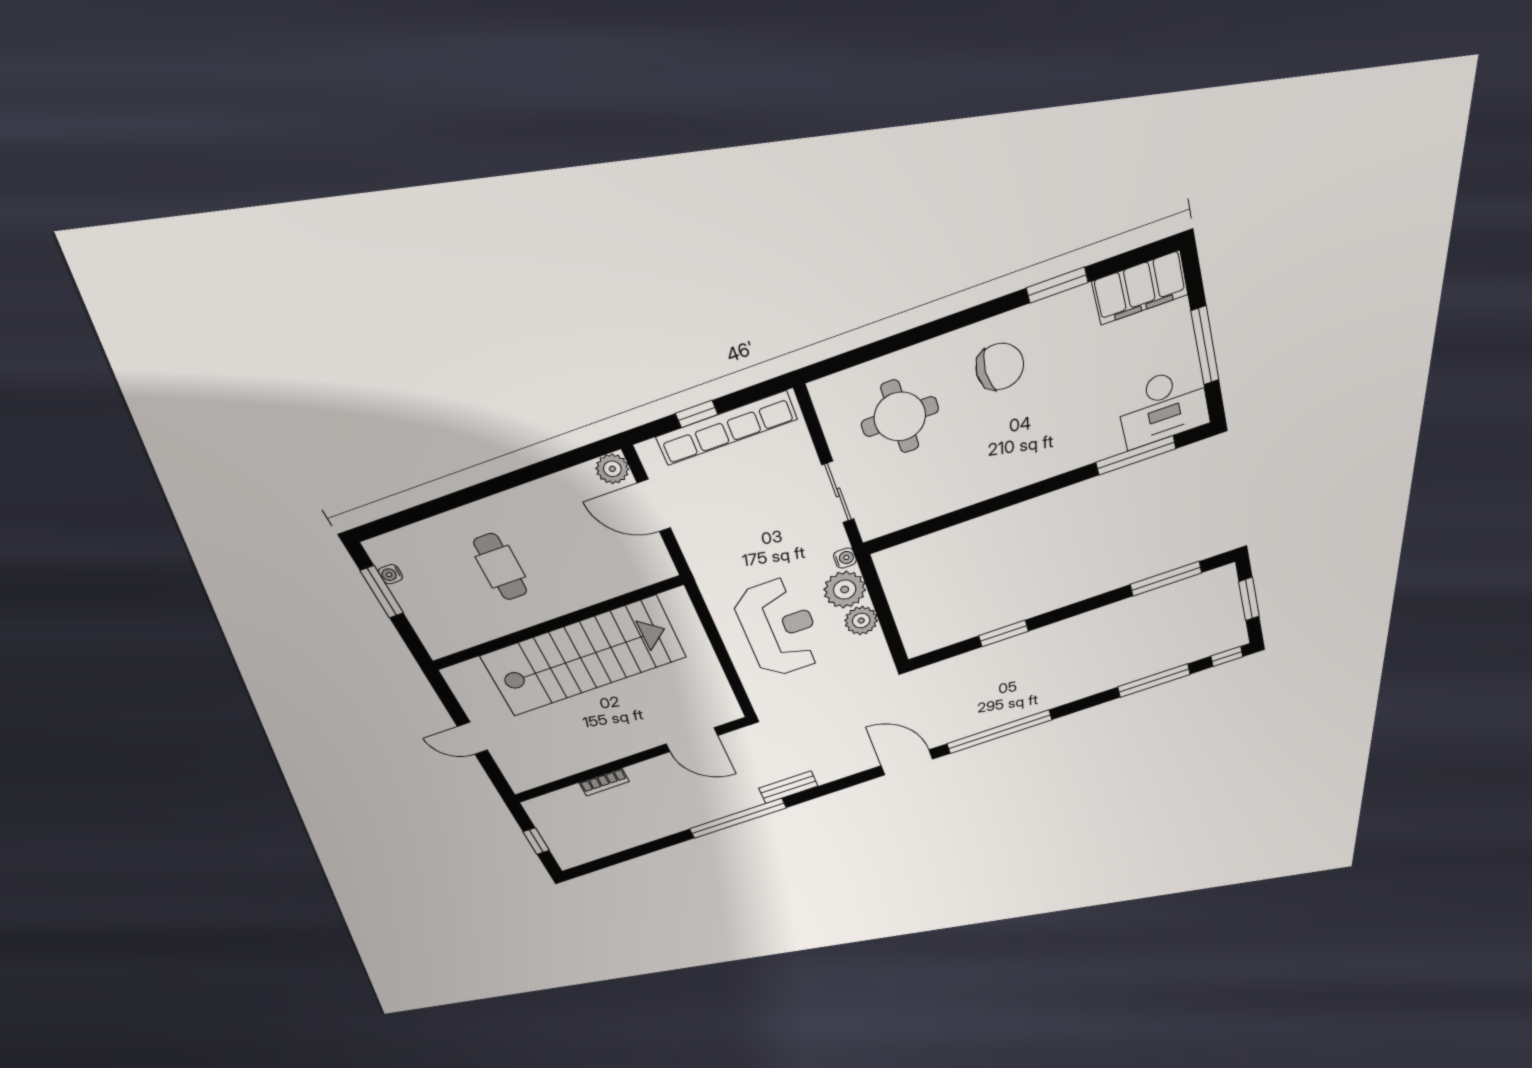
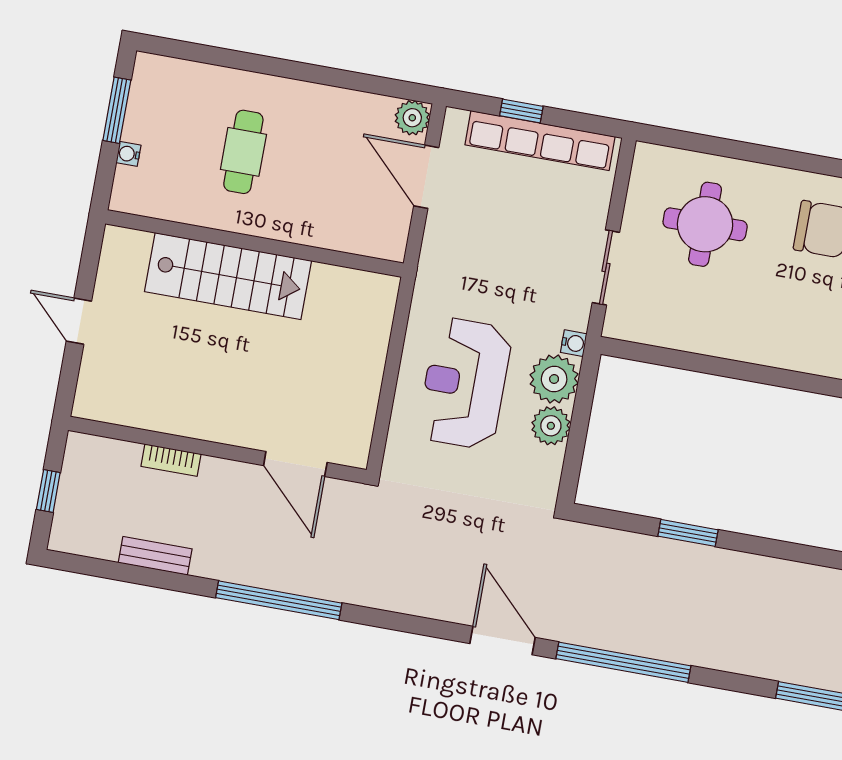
water cooler: (391, 574) -> (129, 154), moved
reception desk: (779, 628) -> (465, 383), turned 180
stairs: (584, 656) -> (228, 276), width x0.73, depth x0.66
bench: (788, 787) -> (155, 556), moved

